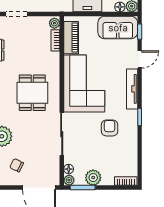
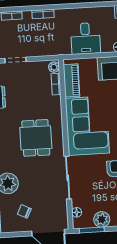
plant: (69, 180) -> (78, 223), removed

